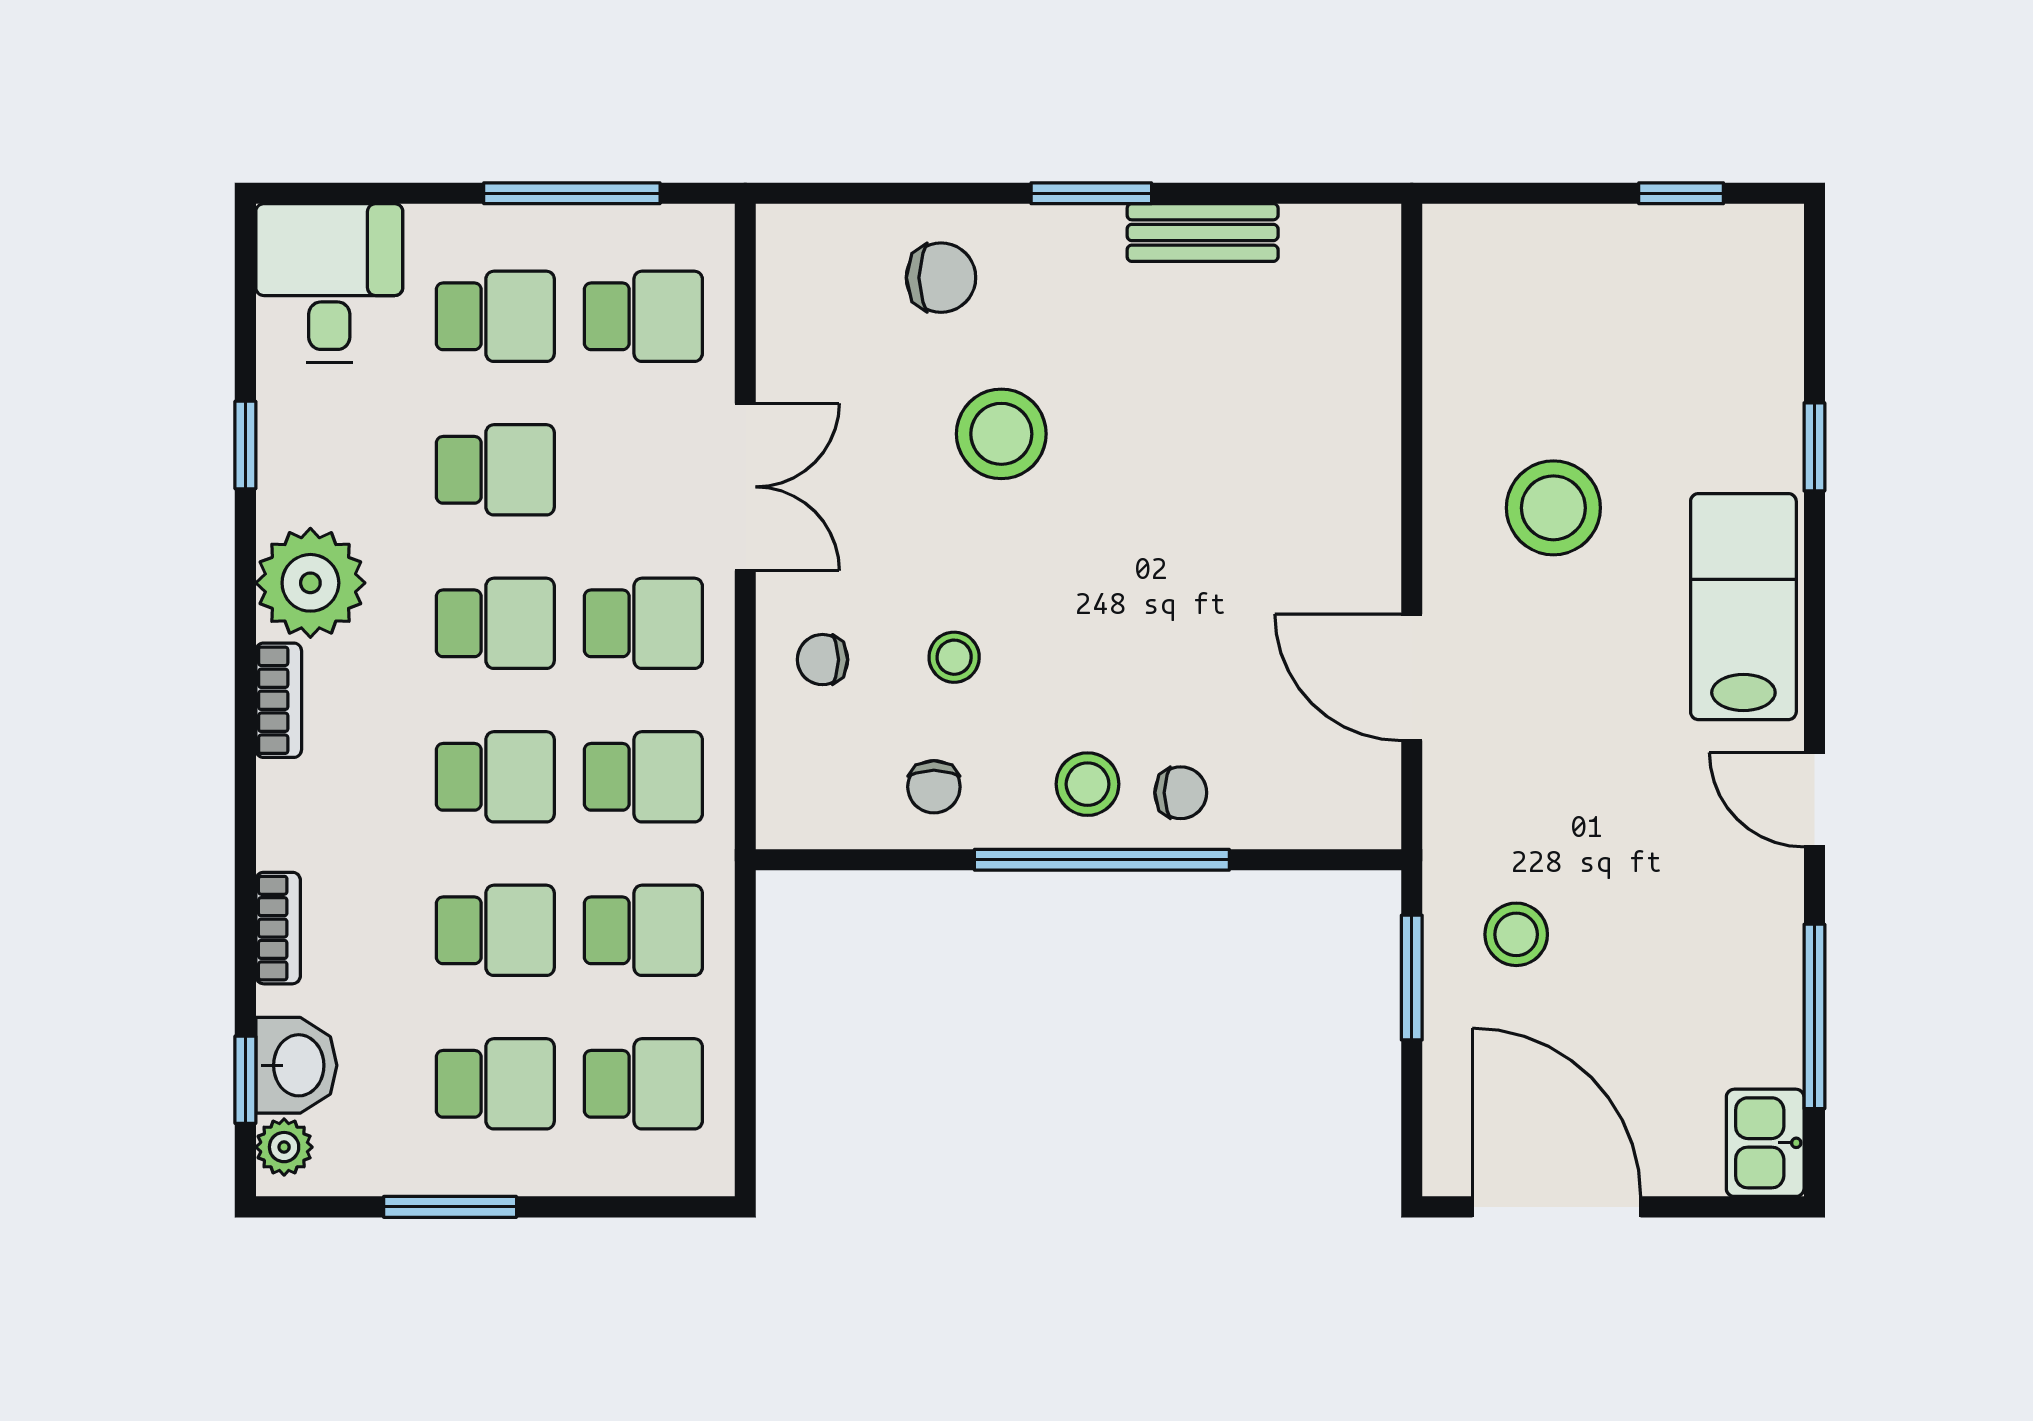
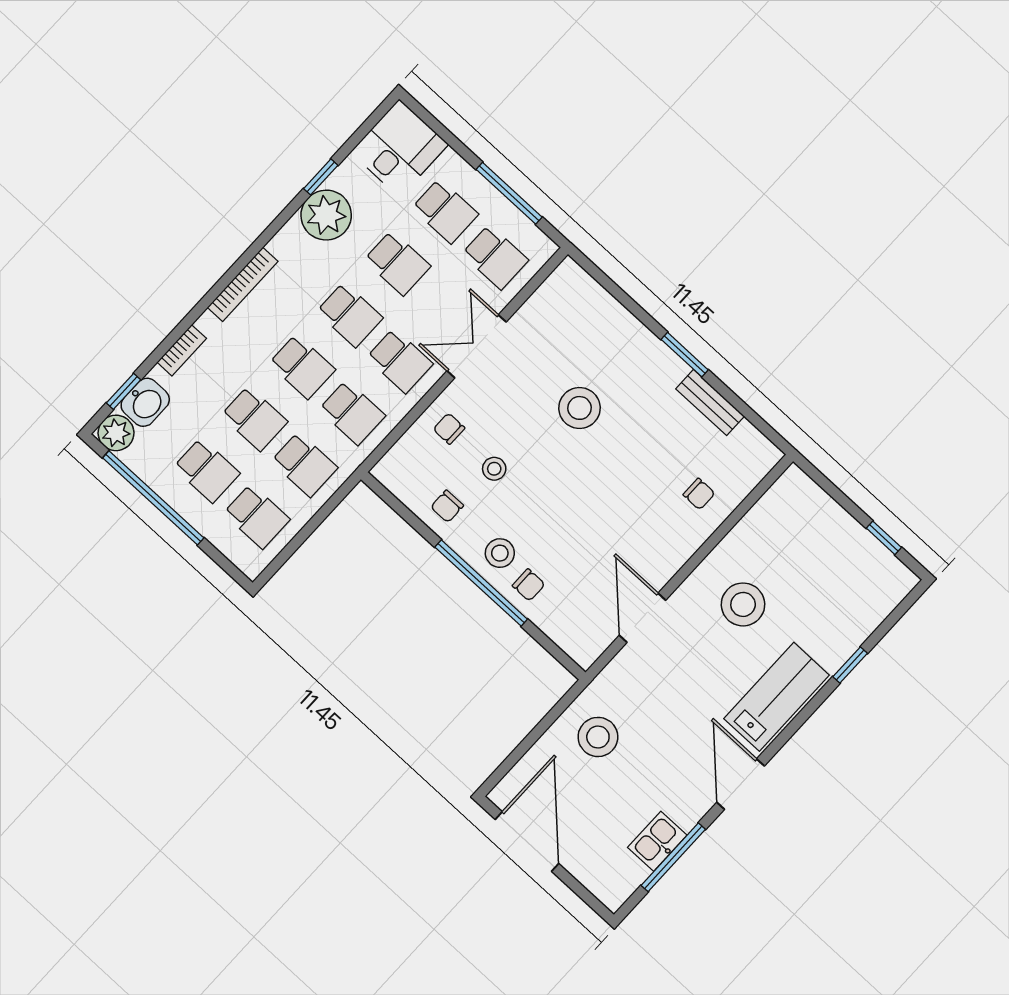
chair: (941, 278) -> (699, 494), moved, width x0.73, depth x0.73
double door: (745, 487) -> (477, 346), swing flipped
plant: (310, 583) -> (326, 215), moved
bookcase: (279, 700) -> (243, 284), width x1.56
door: (1814, 800) -> (741, 784), width x1.38
stool: (1516, 934) -> (598, 737), width x1.38, depth x1.38
window: (1412, 978) -> (549, 719), removed
kitchen sink: (1765, 1143) -> (657, 841), moved
plant: (284, 1147) -> (116, 433), width x1.38, depth x1.38
window: (450, 1207) -> (153, 498), width x2.11

